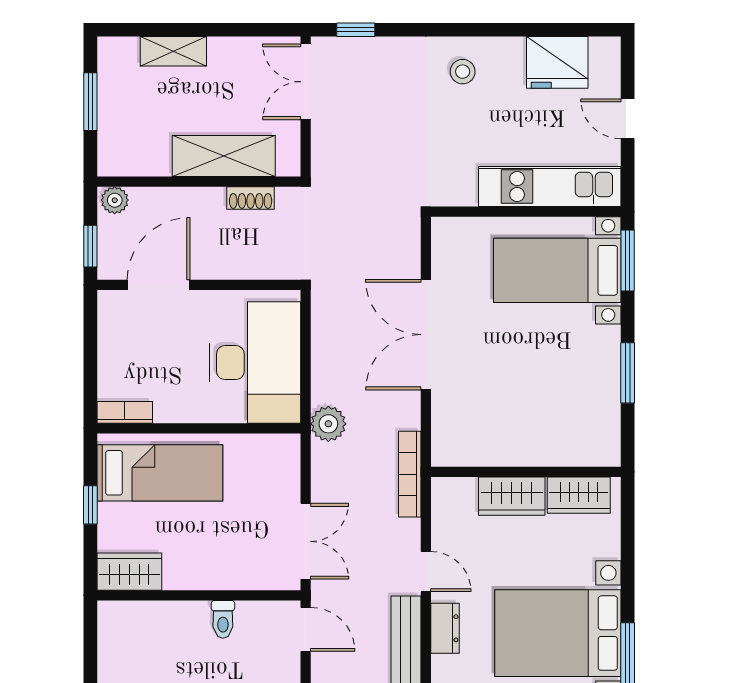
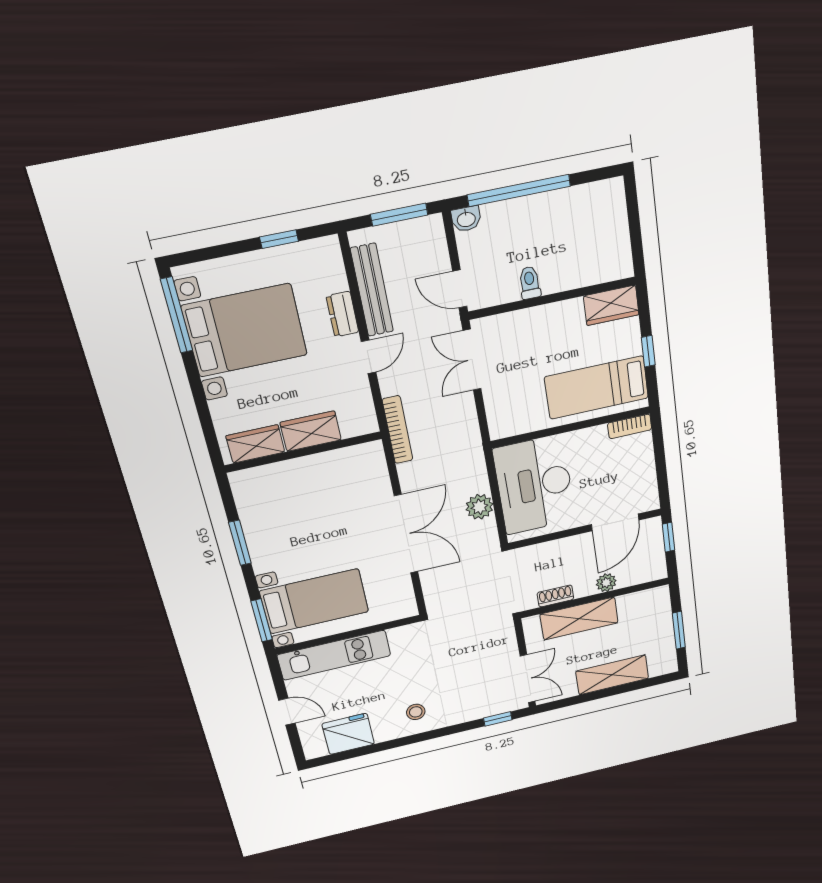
shelving: (173, 51) -> (612, 675), width x1.50, depth x1.33
plant: (115, 200) -> (606, 583), moved
plant: (328, 424) -> (479, 507), moved
door: (426, 572) -> (369, 357), swing flipped

